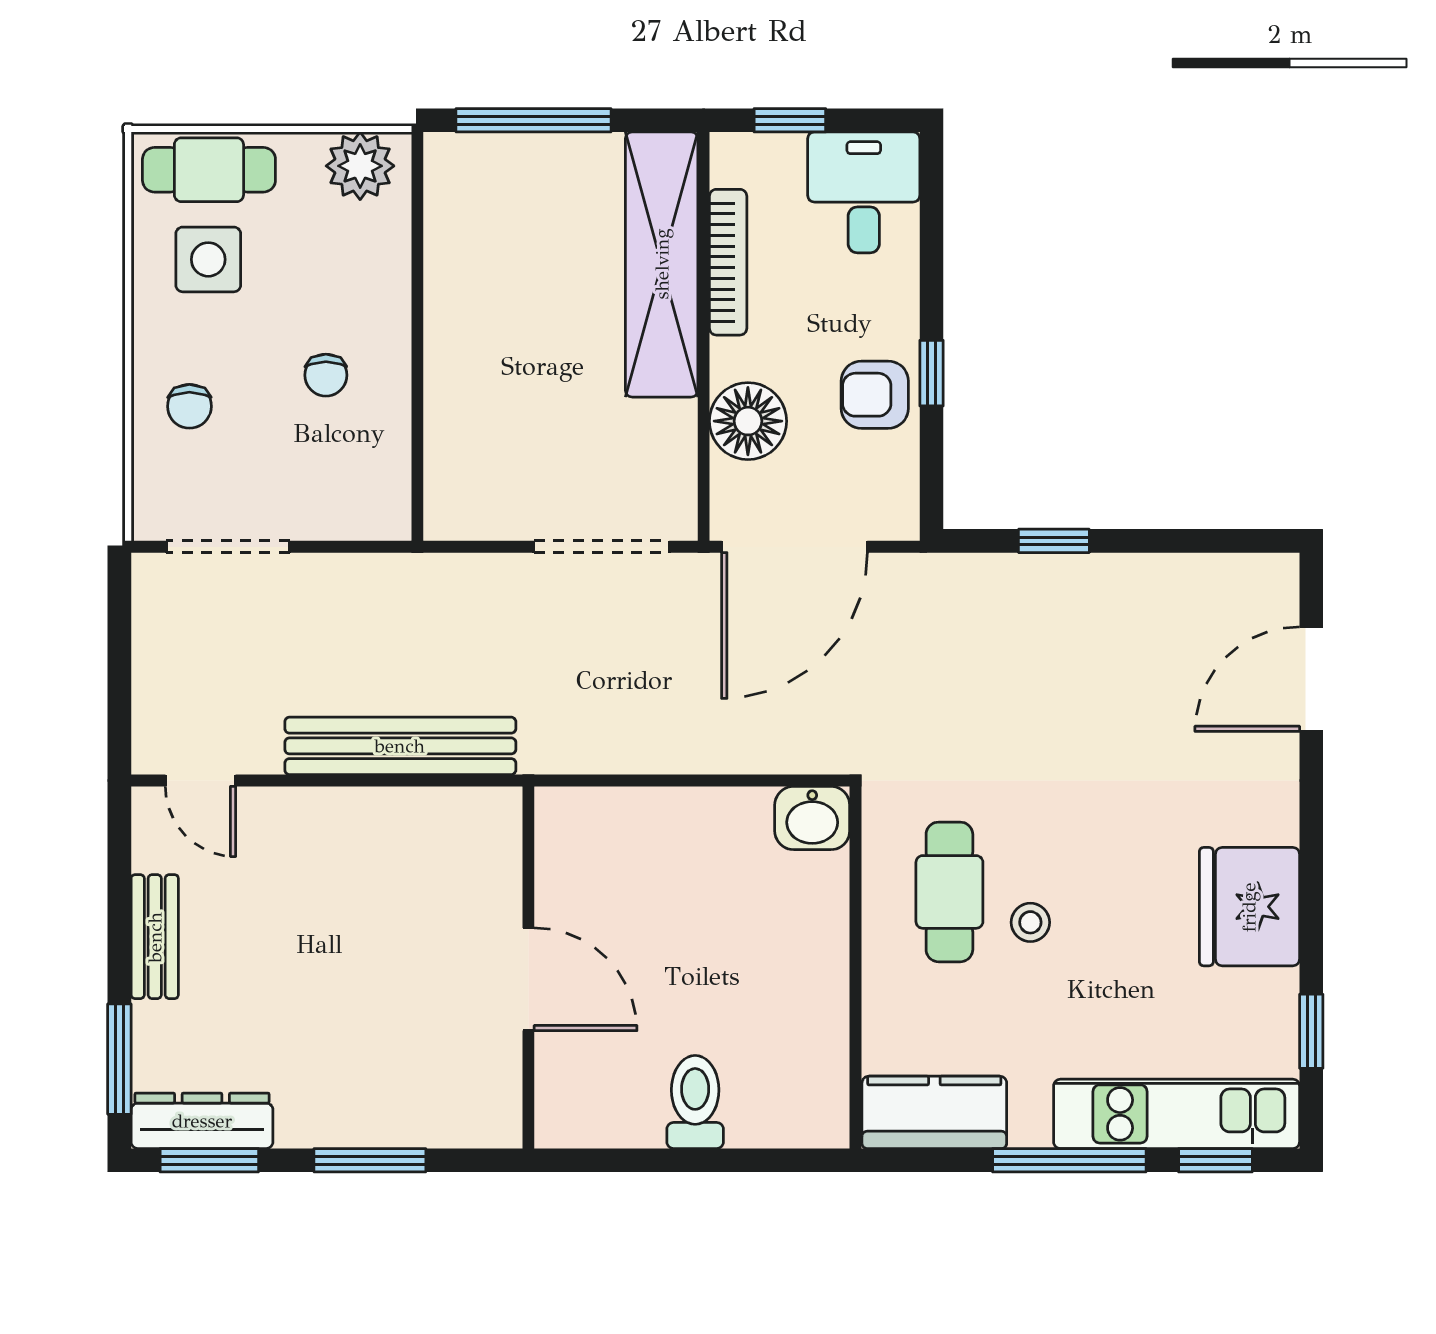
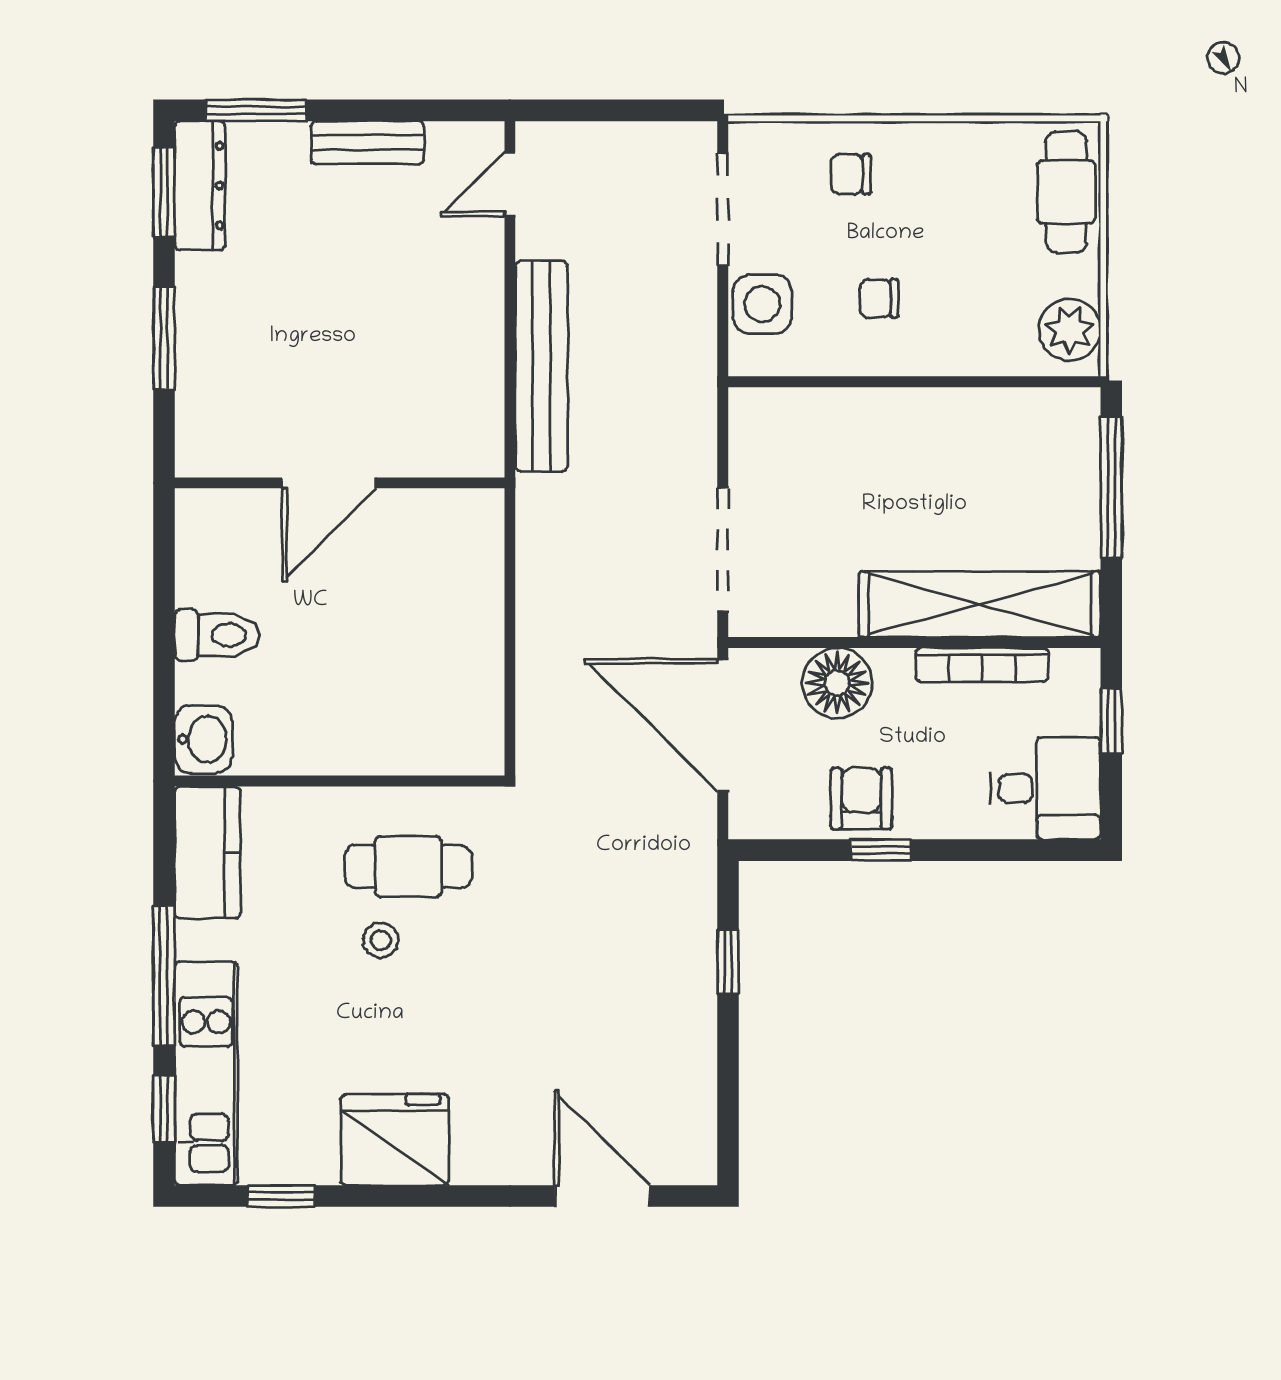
side table: (208, 259) -> (762, 304), moved
washbasin: (812, 818) -> (203, 739), moved, turned 180

